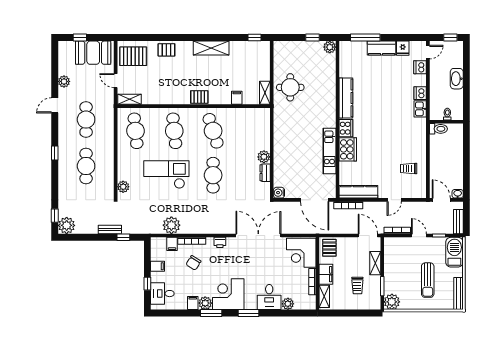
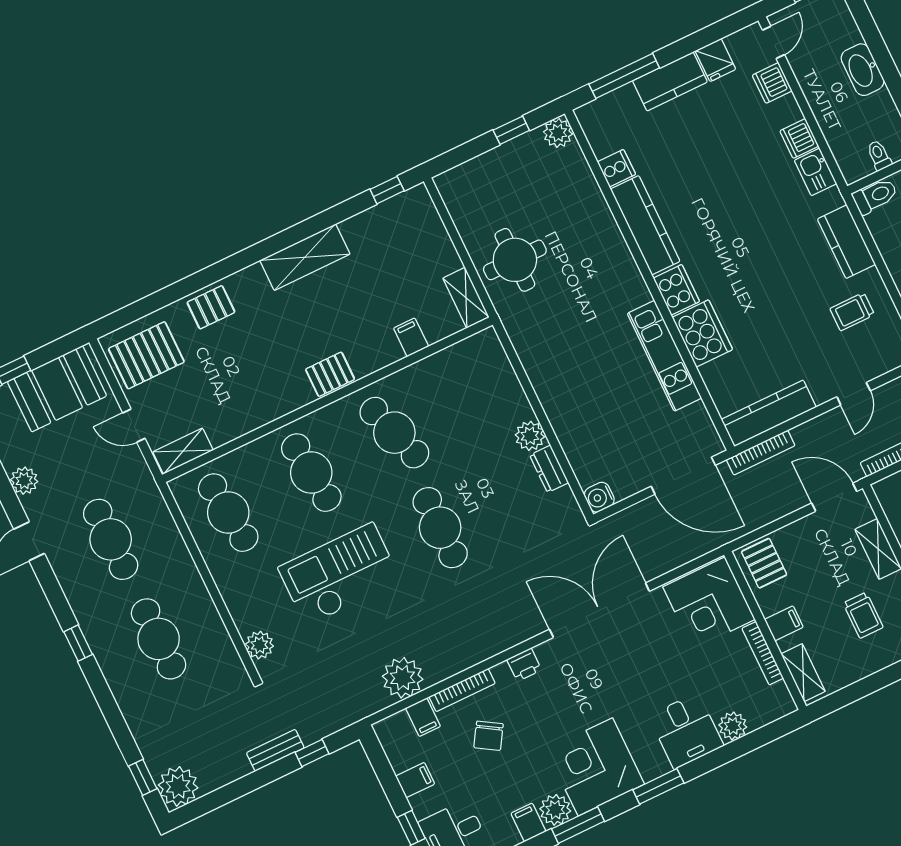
cooker: (345, 71) -> (616, 168), added
kitchen counter: (419, 141) -> (847, 242), added
filing cabinet: (326, 274) -> (784, 623), width x0.50

